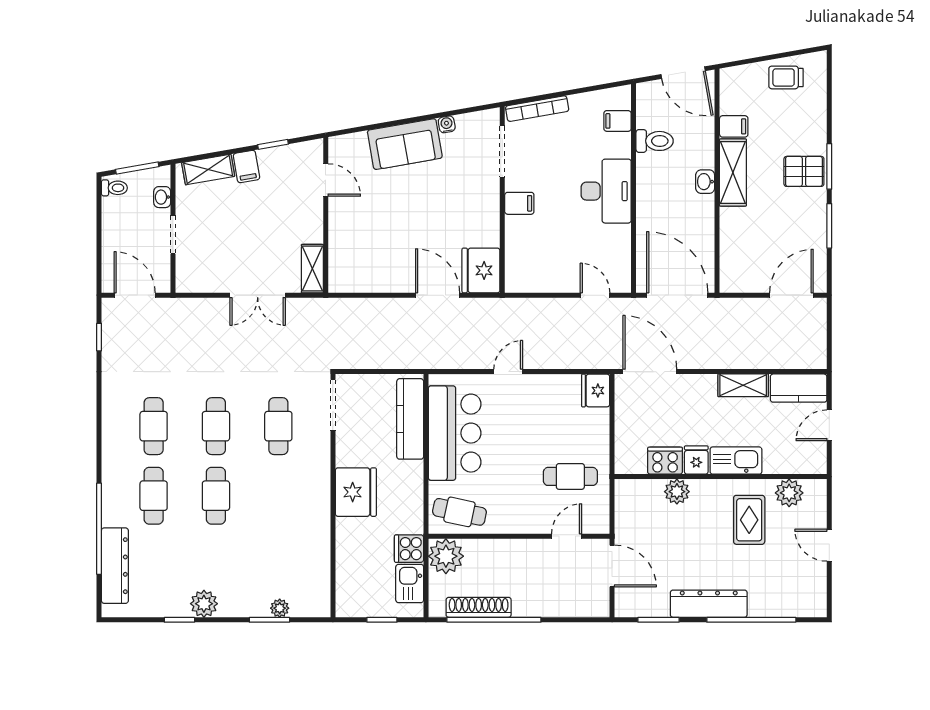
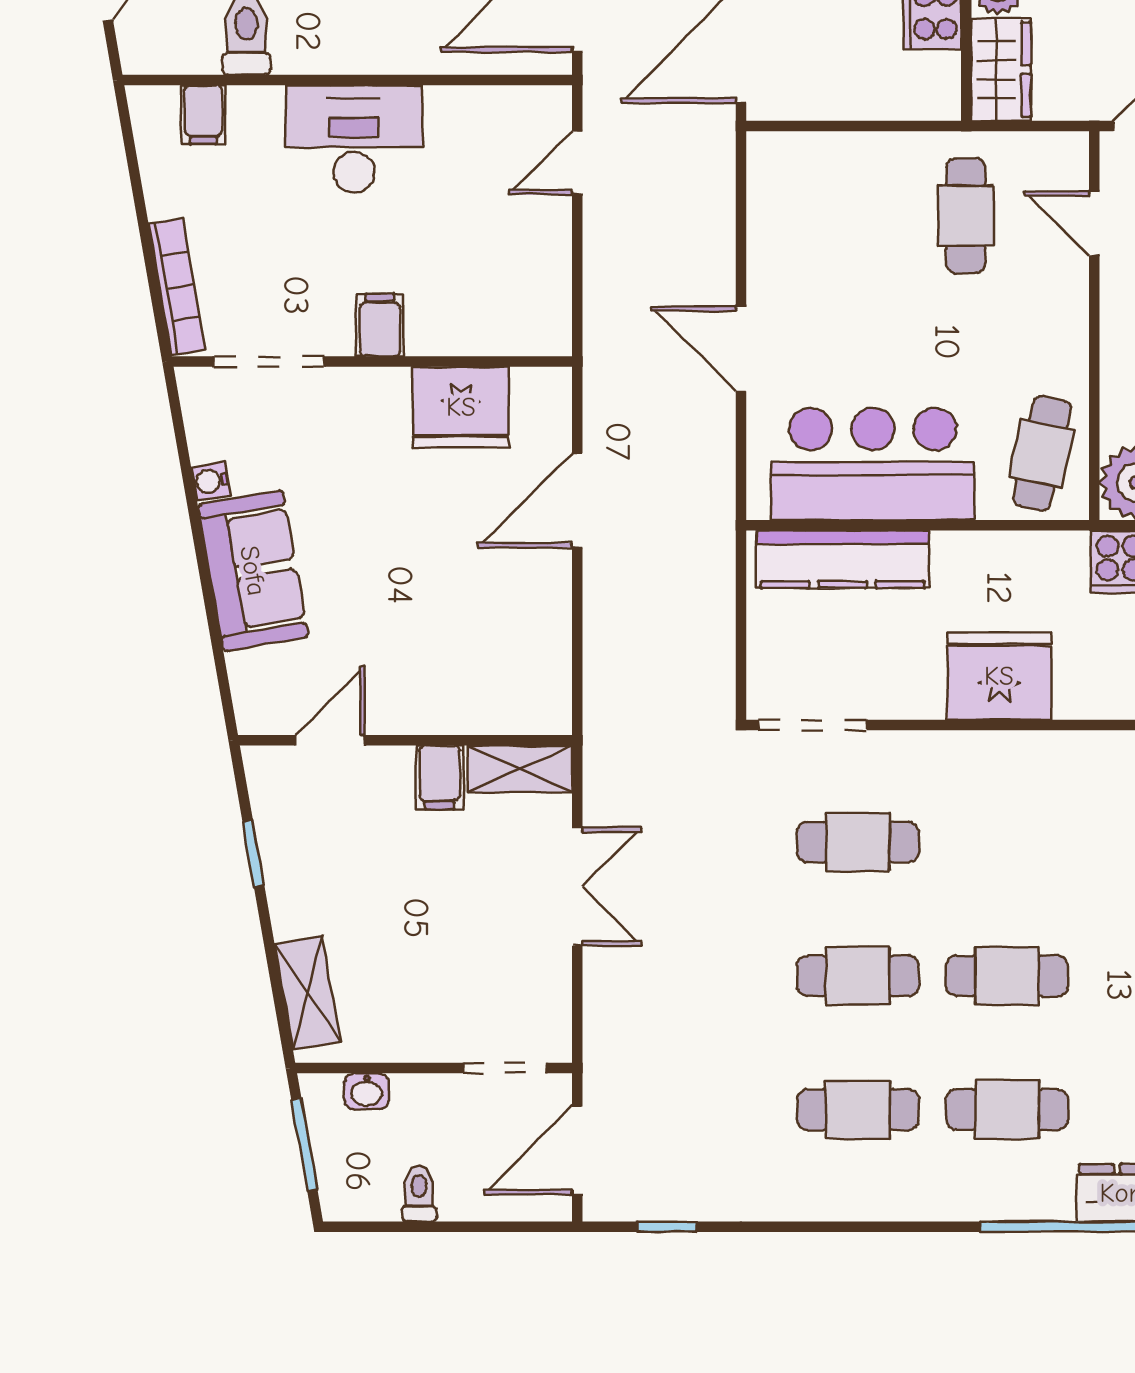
filing cabinet: (246, 167) -> (440, 778), moved, turned 100
toilet: (114, 188) -> (419, 1194), moved
doorway: (173, 235) -> (505, 1068), moved
fridge: (481, 270) -> (461, 407), moved
door: (508, 372) -> (741, 349), width x1.38
fridge: (596, 391) -> (782, 161), removed
wardrobe: (638, 493) -> (1001, 70), added

